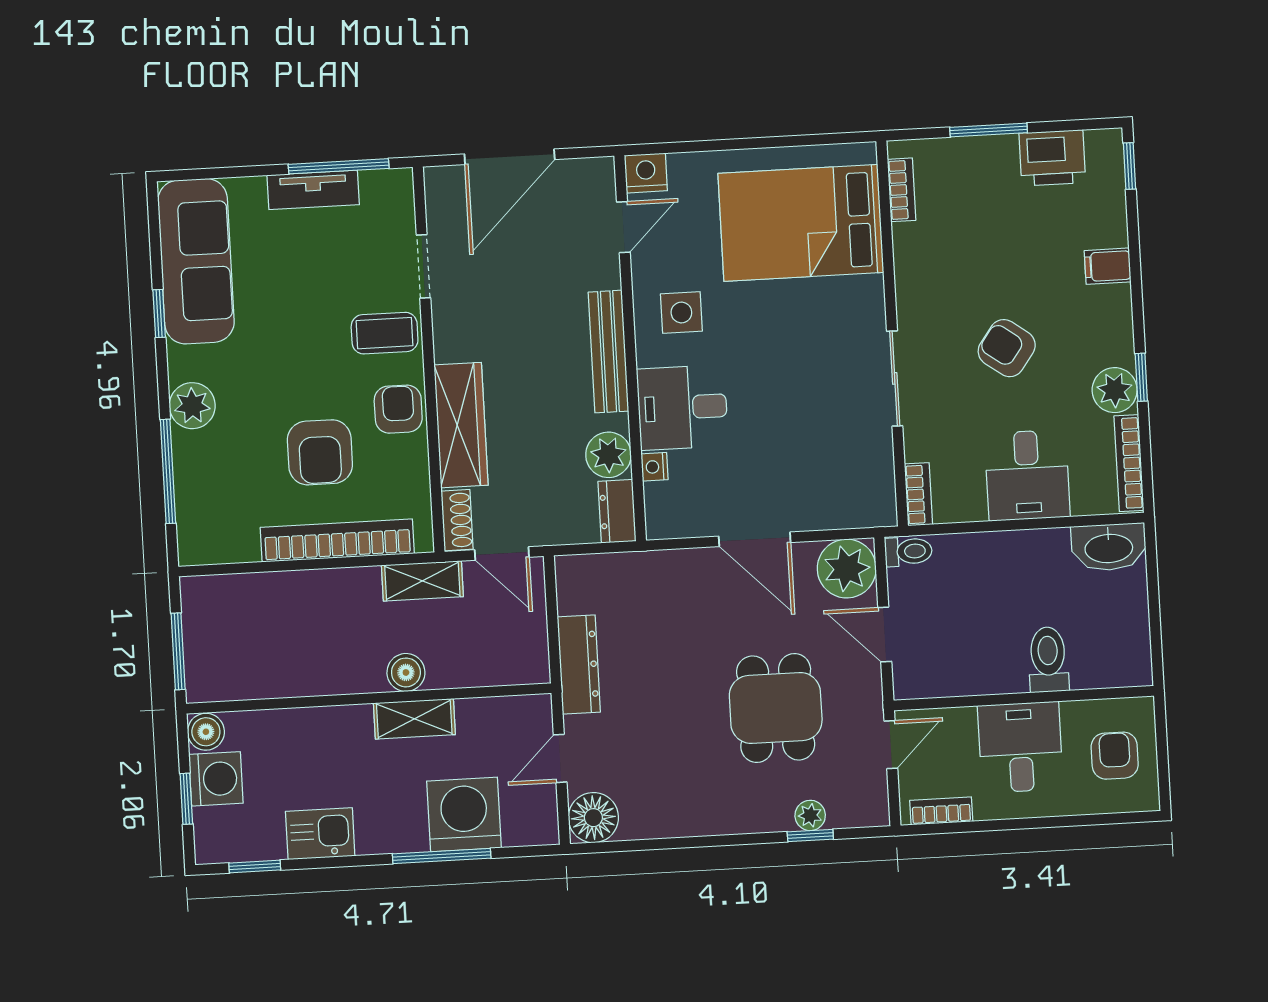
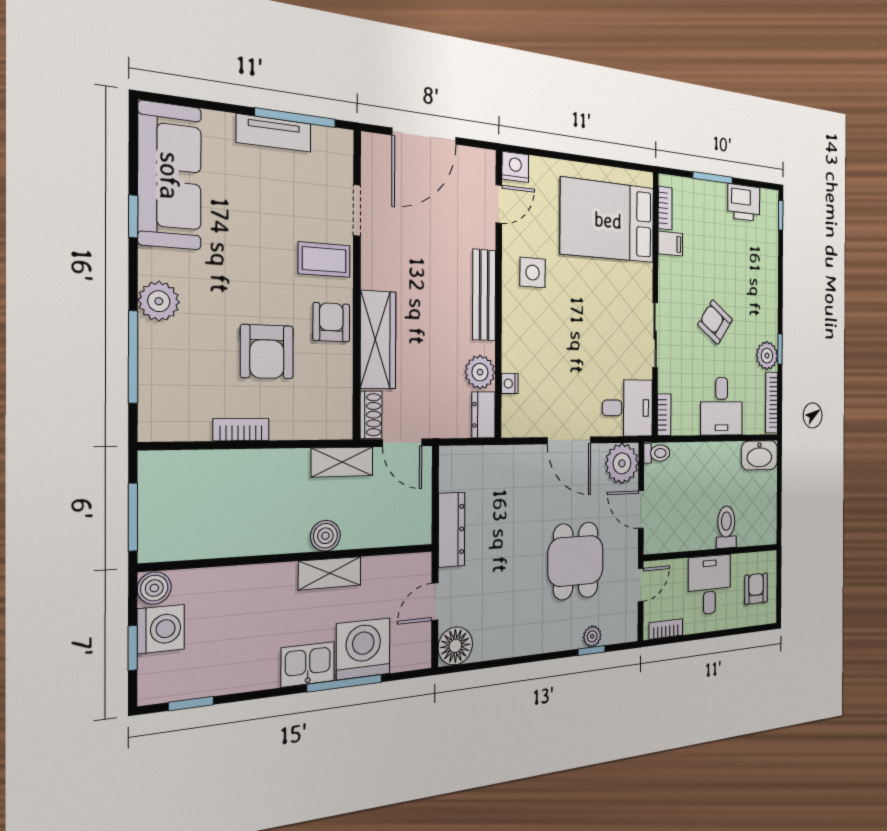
filing cabinet: (1108, 266) -> (670, 244), moved, turned 180
desk: (682, 407) -> (628, 408), moved, turned 180
bookcase: (337, 540) -> (241, 430), width x0.43, depth x0.76
kitchen sink: (320, 834) -> (308, 664), moved

